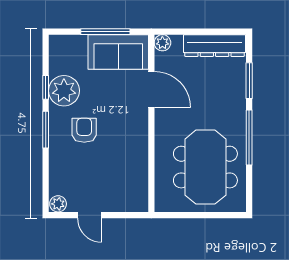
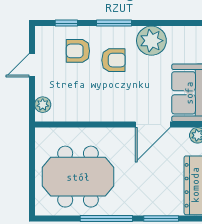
window: (46, 87) -> (66, 23), moved
armchair: (75, 167) -> (78, 51), added
plant: (58, 204) -> (43, 105), moved

